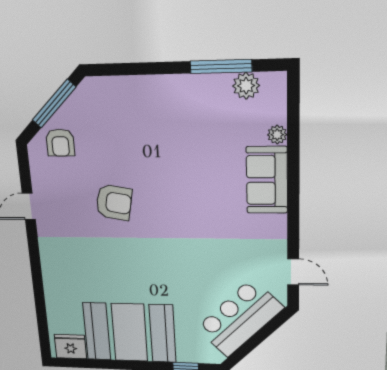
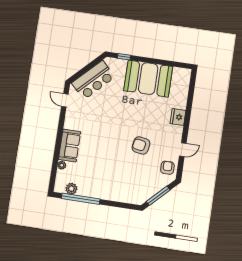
window: (221, 66) -> (81, 199), width x1.46
armchair: (60, 143) -> (167, 168), moved
fridge: (70, 347) -> (178, 117), moved, turned 90

